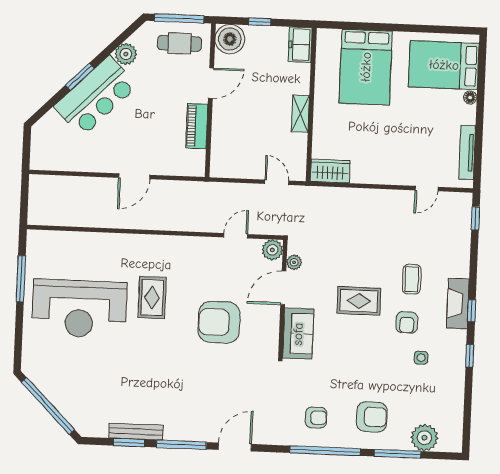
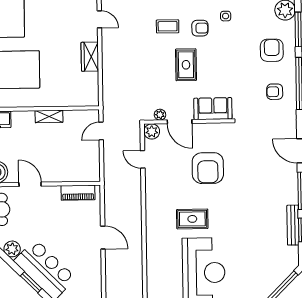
piano: (197, 126) -> (78, 193), moved
wardrobe: (330, 171) -> (90, 57), moved
armchair: (316, 418) -> (275, 92), turned -90

